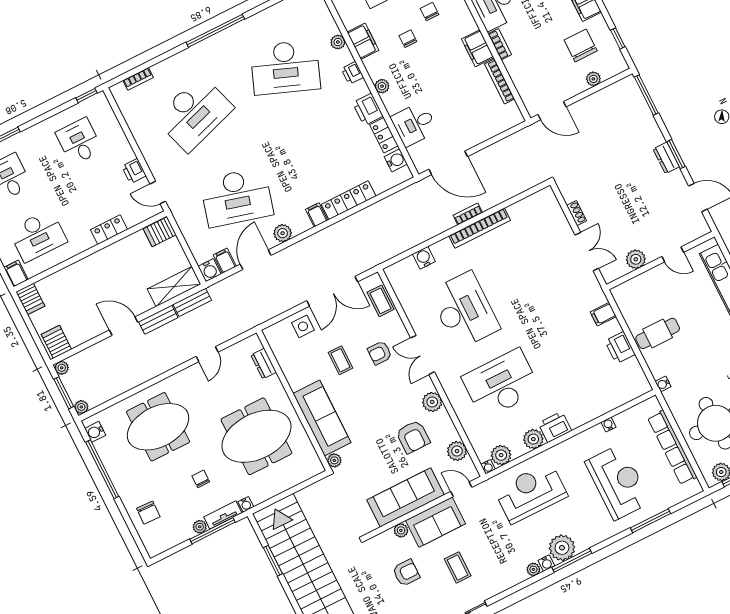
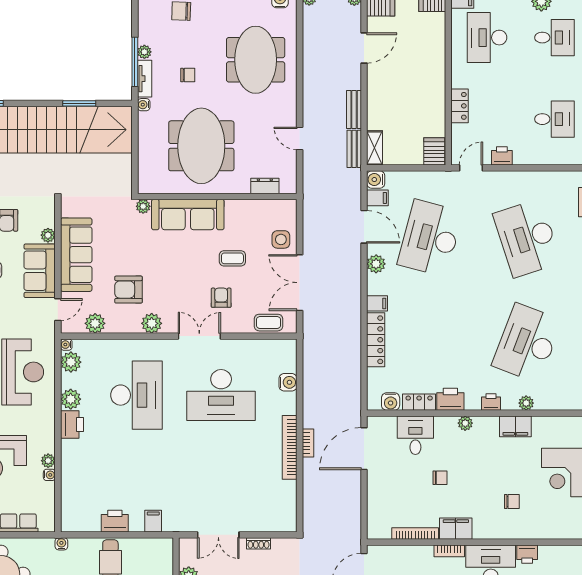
chair: (408, 39) -> (440, 478), moved
shelving: (174, 287) -> (375, 148), width x0.67, depth x0.75
door: (124, 326) -> (364, 48), moved
plant: (597, 432) -> (48, 461), added

